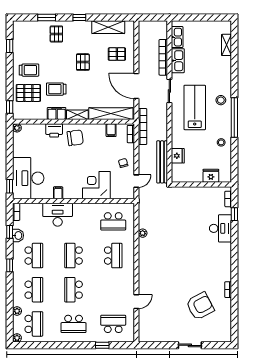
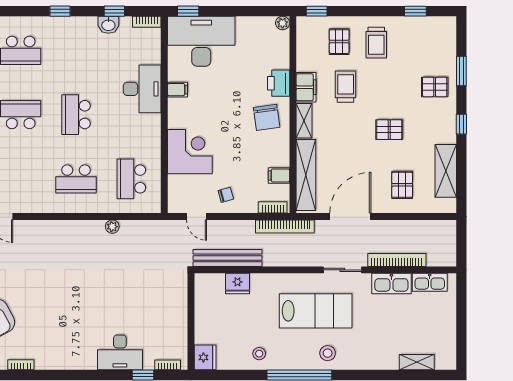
pallet: (28, 93) -> (339, 42), width x0.67, depth x0.71
fridge: (211, 176) -> (205, 357), moved
school desk: (34, 256) -> (76, 50), removed
school desk: (74, 256) -> (76, 115), turned -90

